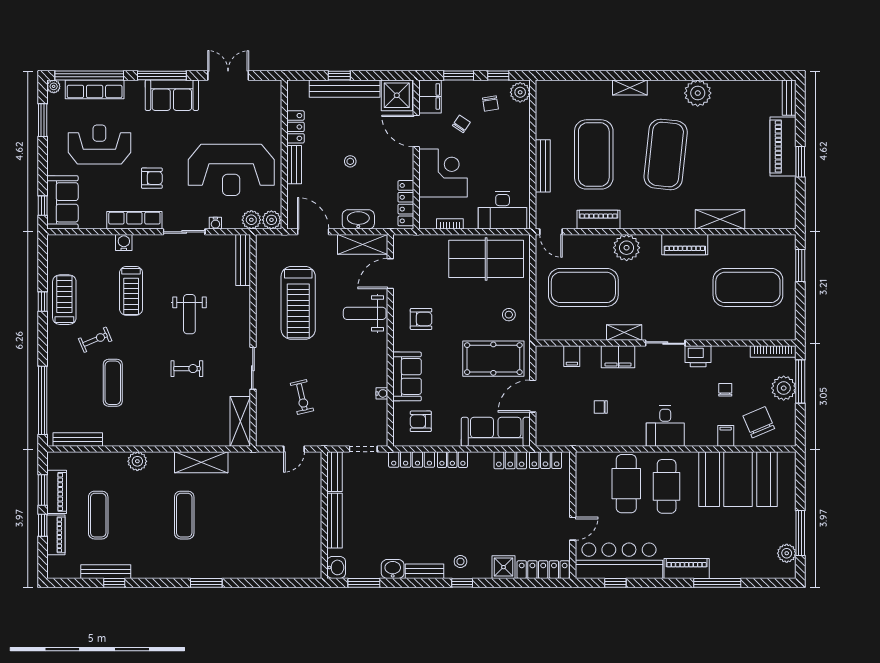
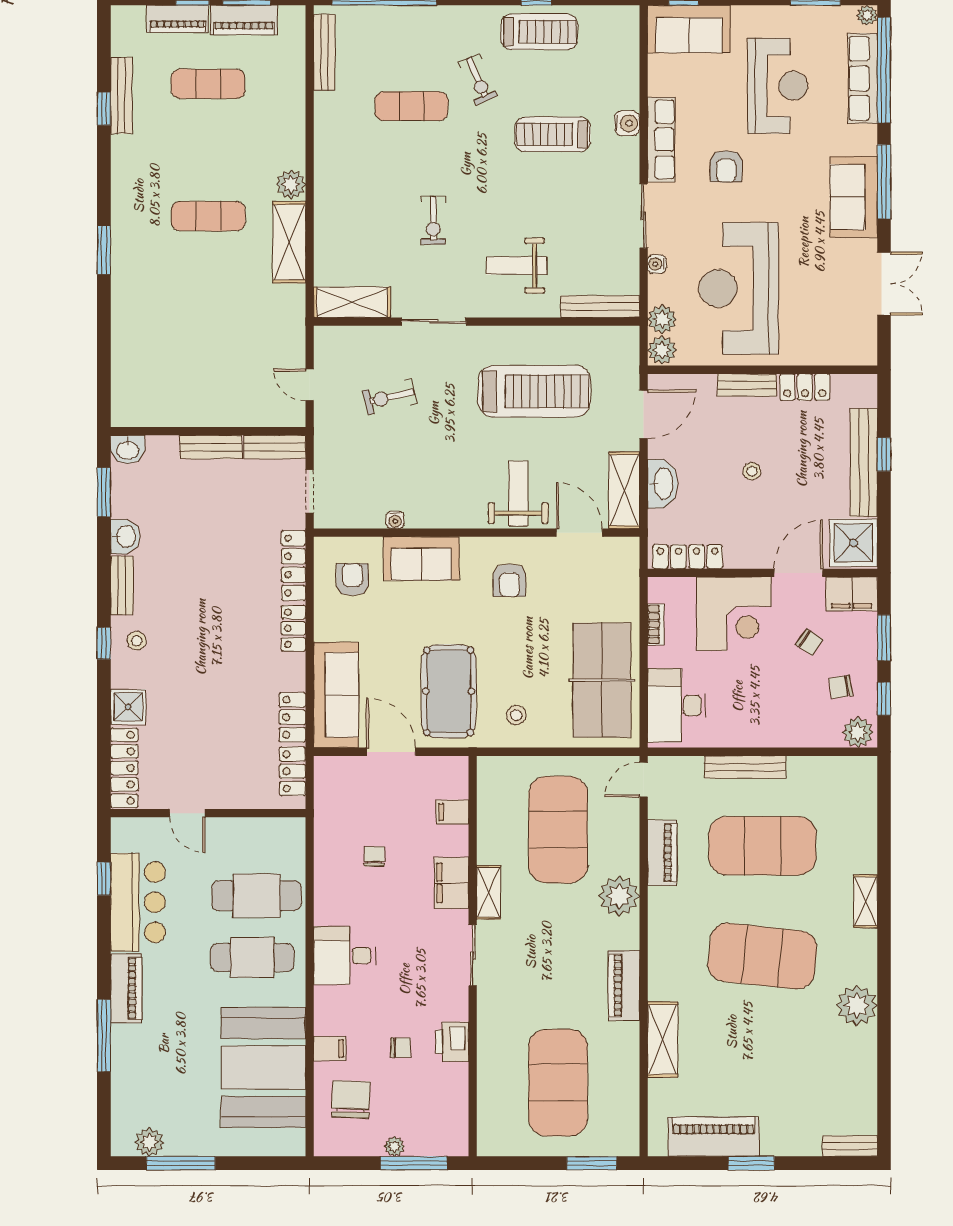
piano: (783, 146) -> (713, 1137), moved
treadmill: (298, 303) -> (534, 391), turned 180
weight bench: (189, 314) -> (516, 266), moved
bookcase: (773, 351) -> (460, 1121), removed
printer: (698, 356) -> (452, 1042), moved
plant: (784, 388) -> (395, 1146), width x0.53, depth x0.53
chair: (759, 422) -> (351, 1099), turned -65
plant: (137, 461) -> (291, 184), moved
bench: (334, 521) -> (211, 447), width x0.73
bar counter: (619, 561) -> (138, 902), width x0.73

